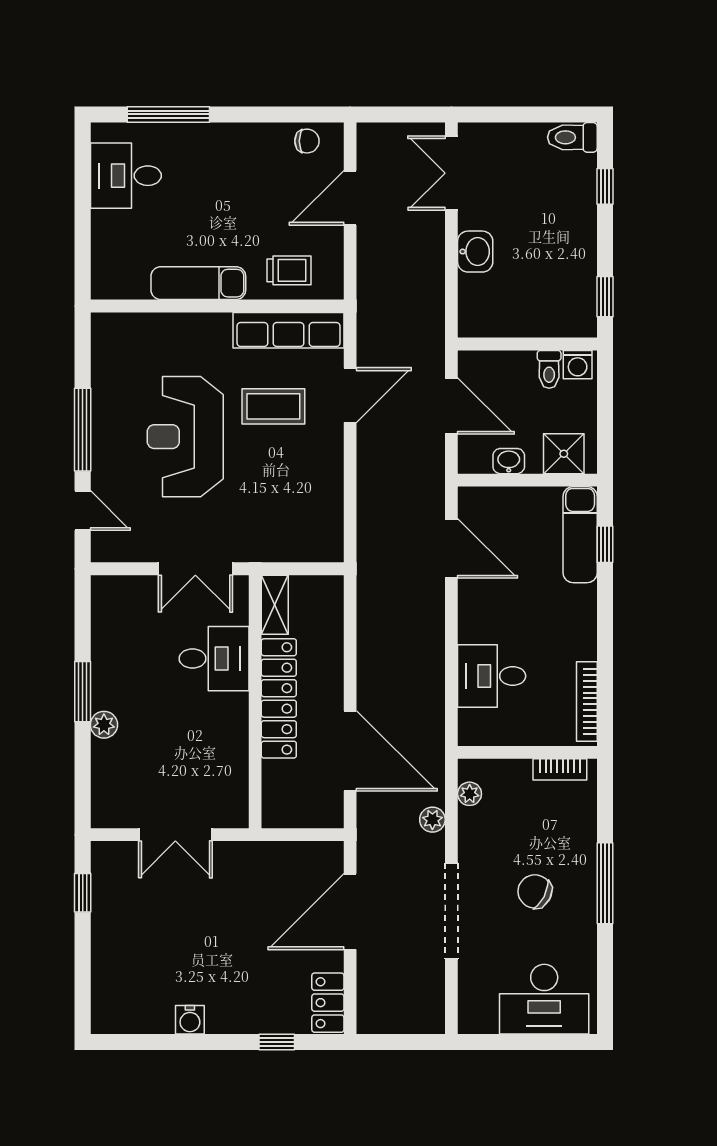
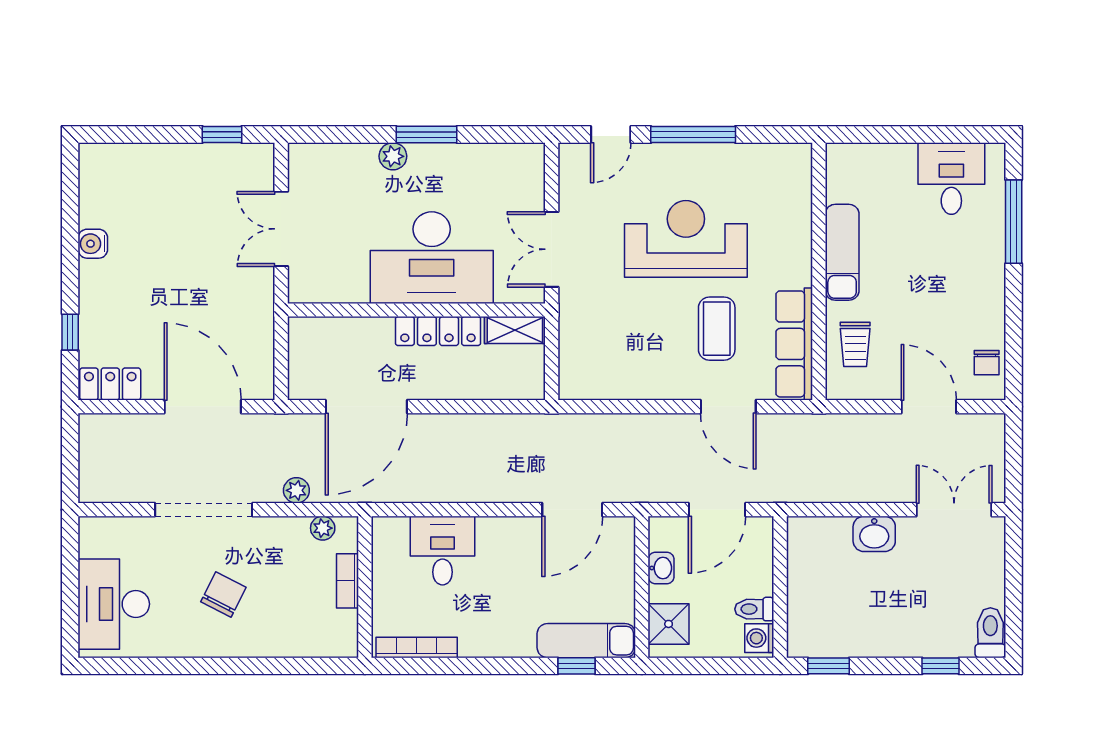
desk: (214, 659) -> (432, 258), width x1.87, depth x1.30
locker: (279, 698) -> (438, 331), width x0.71, depth x0.83
bookcase: (560, 769) -> (347, 581), moved
window: (605, 883) -> (232, 666), removed

